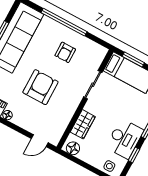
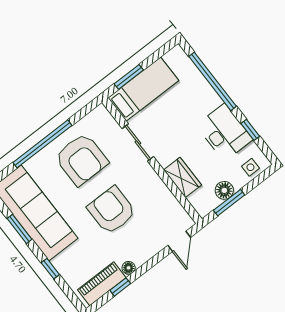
armchair: (65, 52) -> (81, 159), width x1.88, depth x1.88
floor lamp: (73, 148) -> (224, 190), moved
window: (80, 162) -> (229, 203), added

